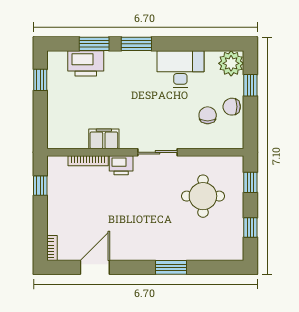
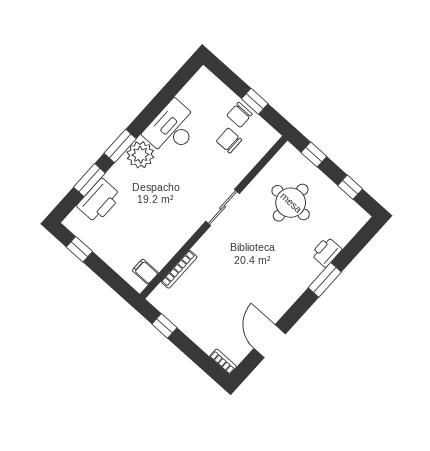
plant: (231, 63) -> (140, 155), moved
window: (250, 85) -> (255, 101), moved
filing cabinet: (104, 139) -> (145, 272), moved, width x0.50
printer: (121, 165) -> (326, 252), moved, turned 180

